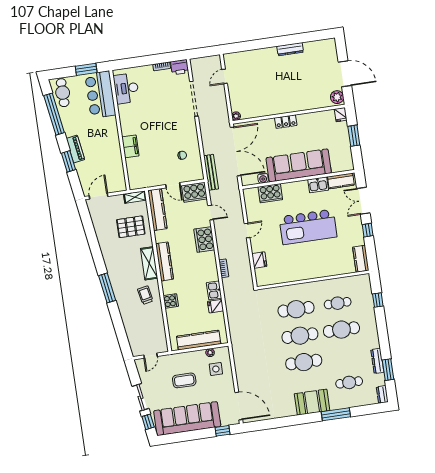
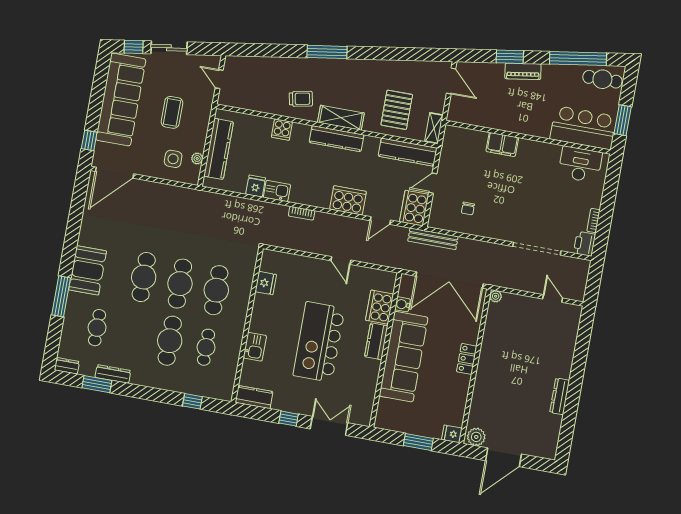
kitchen counter: (341, 181) -> (376, 341), moved
kitchen sink: (318, 185) -> (255, 347), moved, turned 180
fridge: (259, 260) -> (266, 283), moved, turned -90

